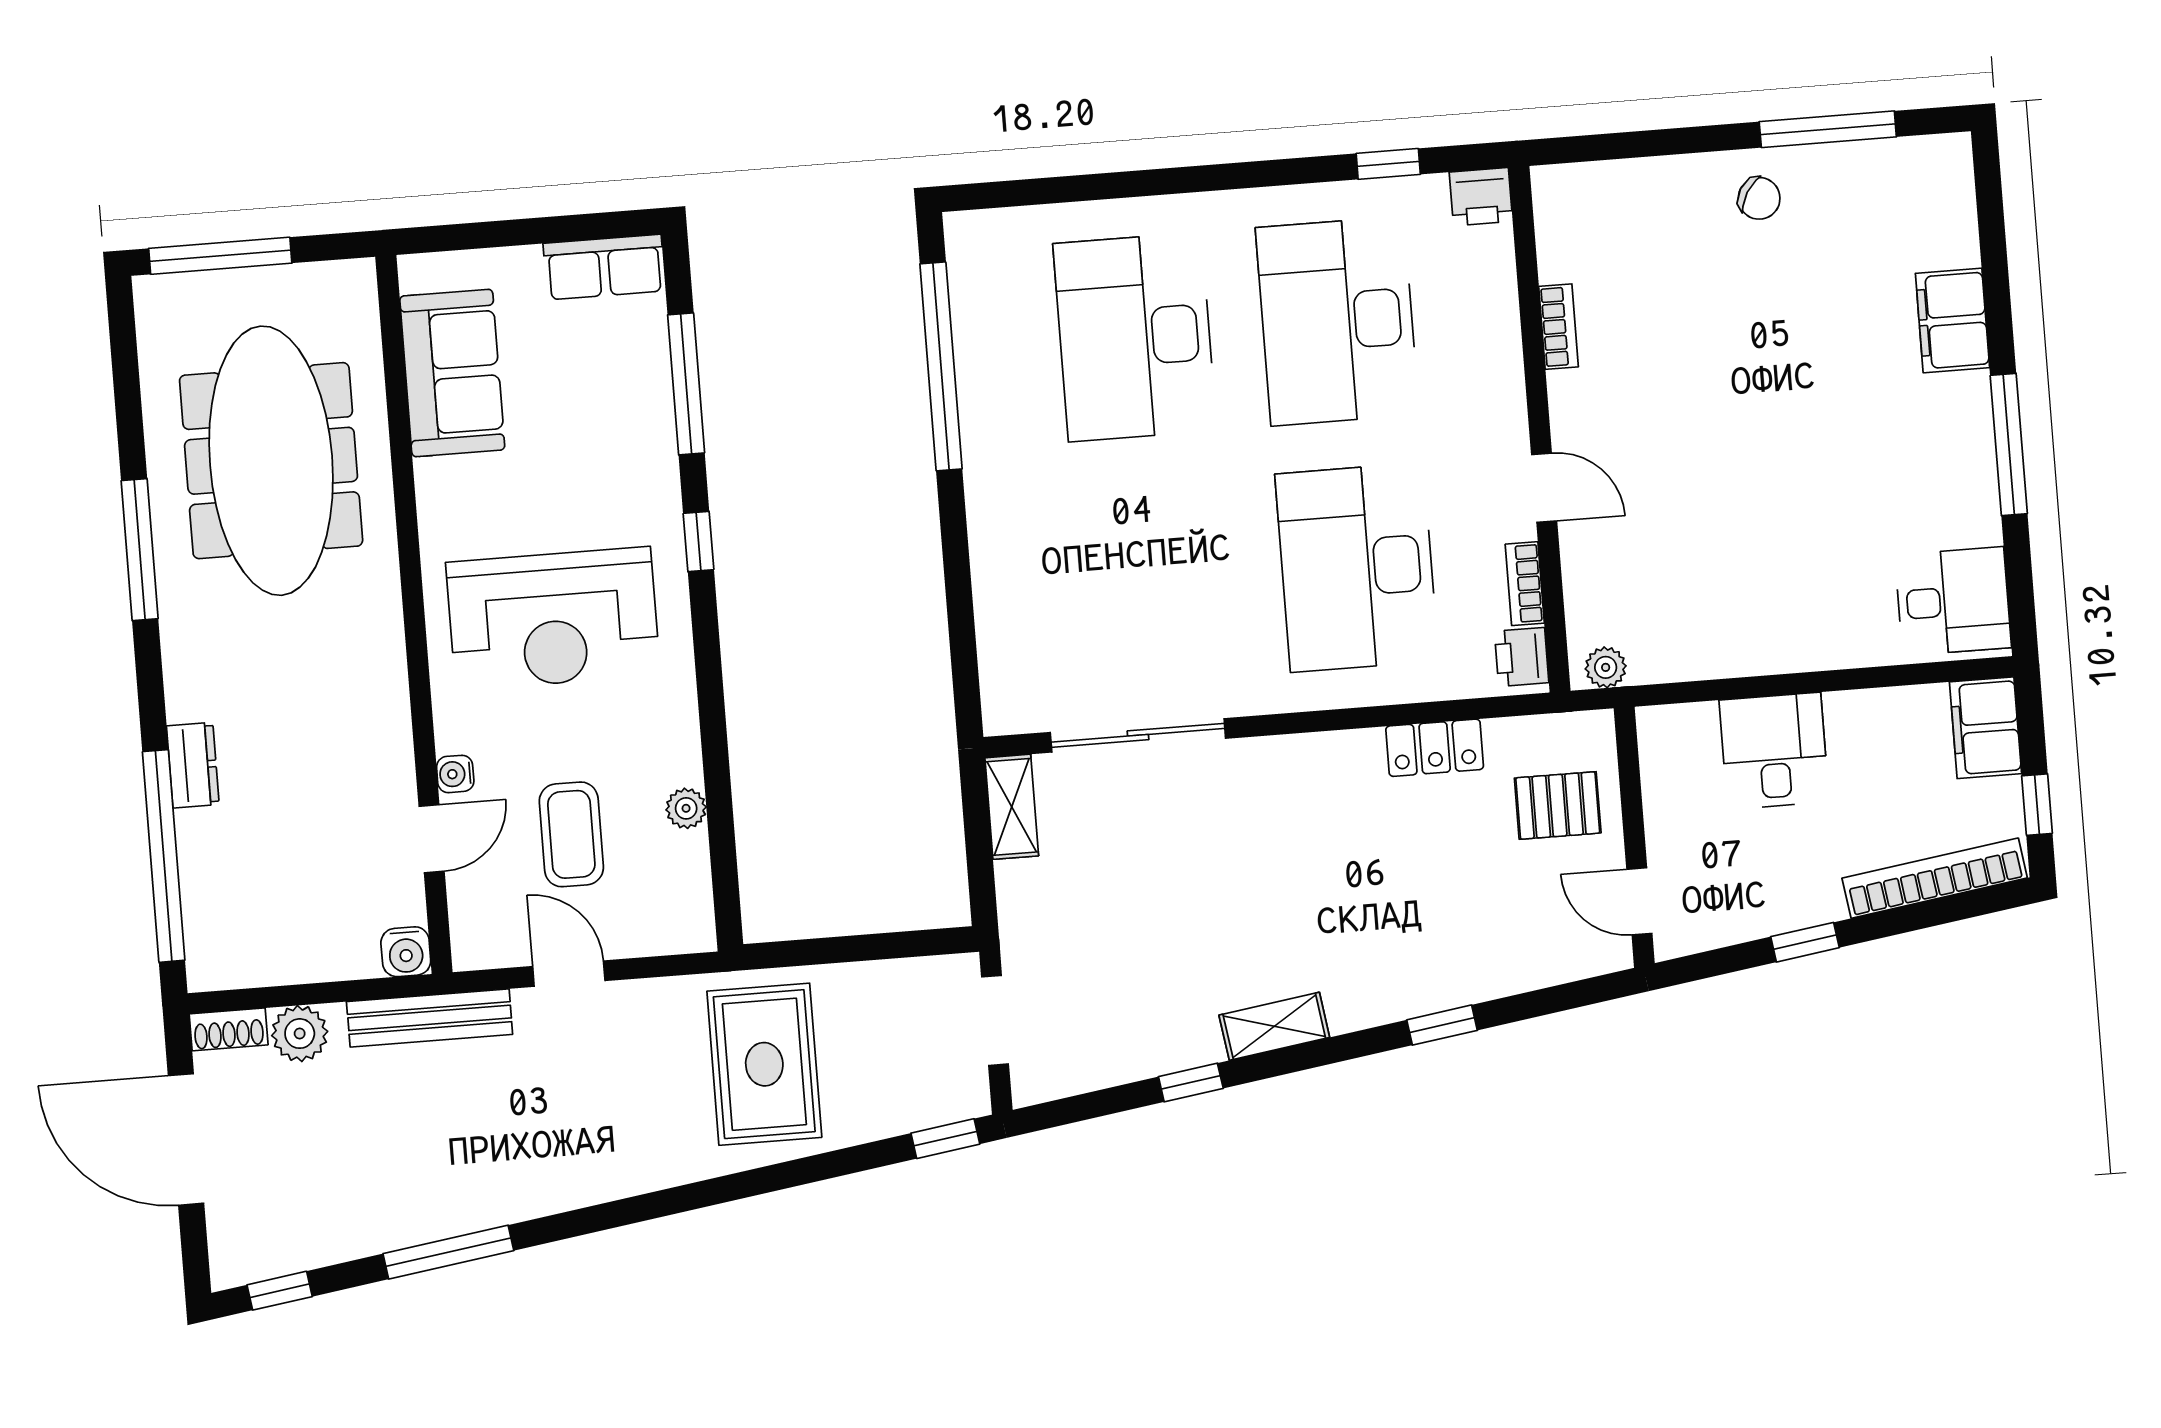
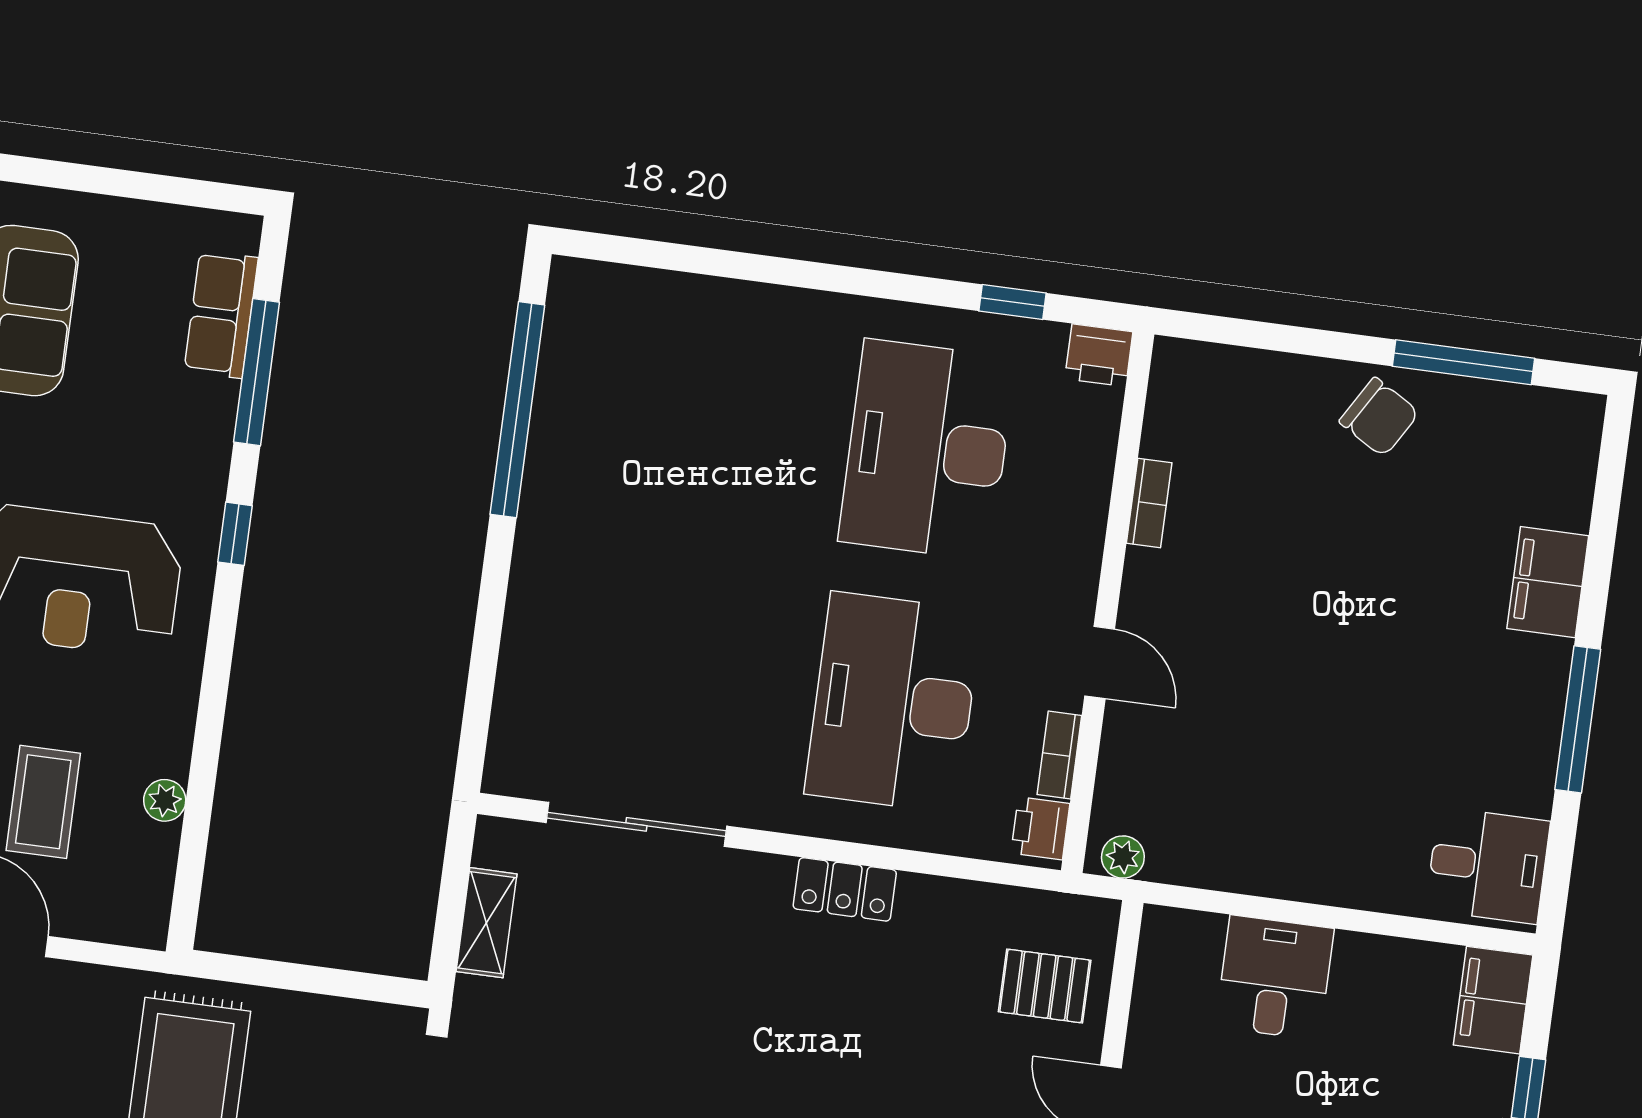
chair: (1759, 198) -> (1379, 417), width x1.37, depth x1.37
row of seats: (604, 267) -> (221, 314), moved, turned 90
desk: (1135, 337) -> (719, 422), removed
locker: (1435, 748) -> (845, 889), moved
shelving: (1012, 807) -> (486, 923), moved

